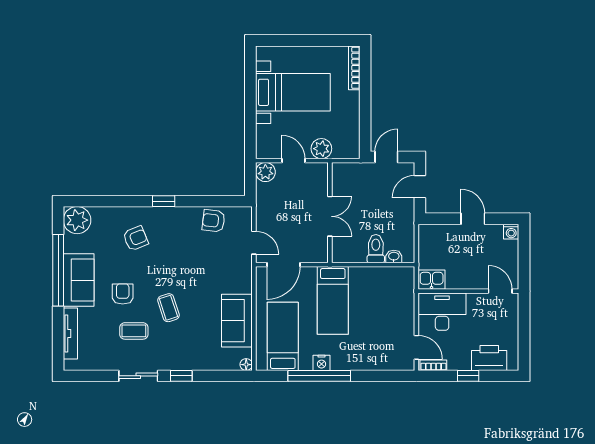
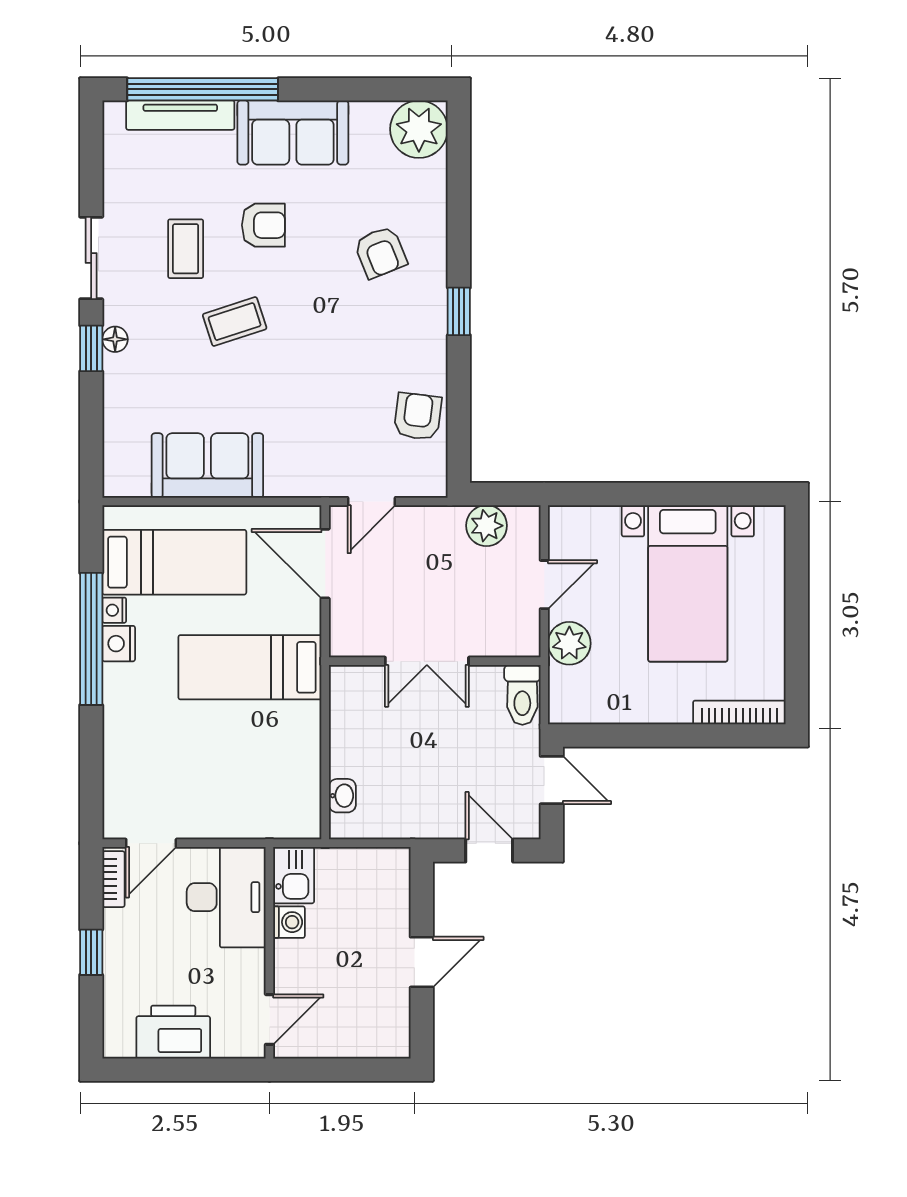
plant: (265, 172) -> (487, 526), moved
washing machine: (511, 232) -> (289, 922), moved, turned 180
toilet: (376, 249) -> (522, 695), moved, turned 90
window: (58, 270) -> (203, 89), moved
printer: (489, 358) -> (173, 1032), moved, turned -90
floor lamp: (246, 365) -> (115, 339), moved
nightstand: (306, 365) -> (114, 610), added

